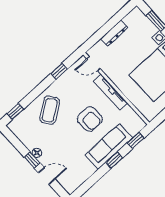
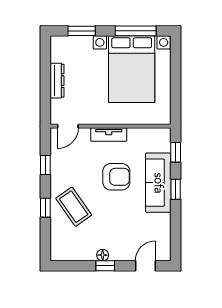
tv unit: (110, 92) -> (109, 135), width x0.71
window: (15, 111) -> (45, 208), moved
door: (47, 176) -> (145, 266), moved

